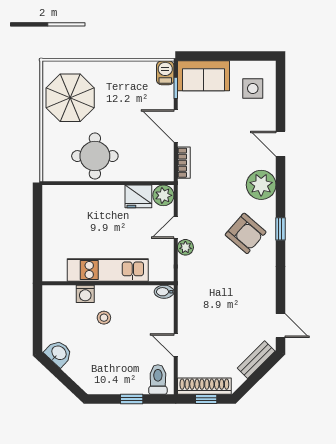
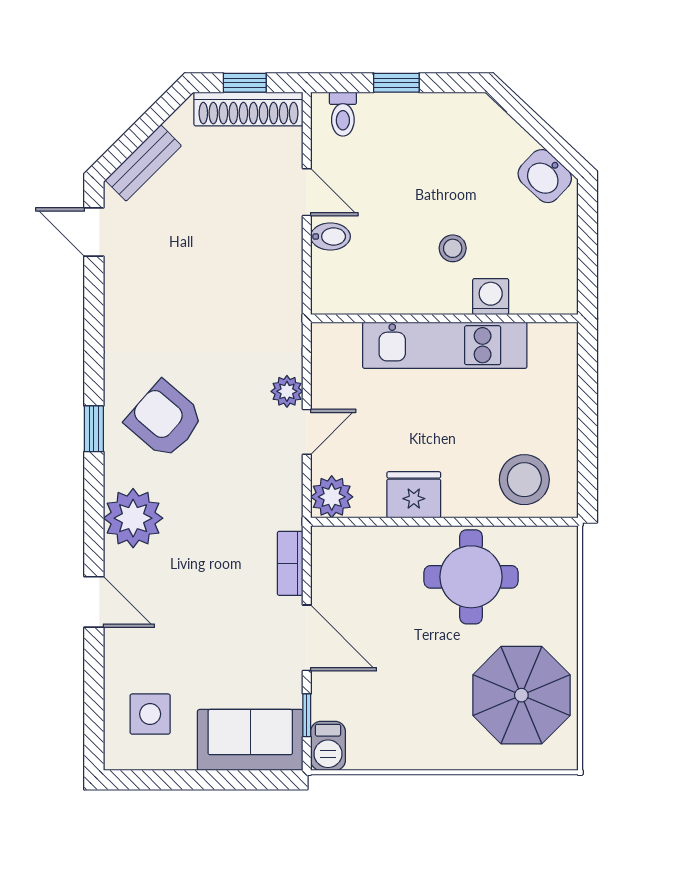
fridge: (138, 196) -> (414, 495), moved
stool: (69, 204) -> (524, 480), added
bidet: (164, 292) -> (330, 236), moved
toilet: (158, 379) -> (343, 114), width x0.73, depth x0.72

